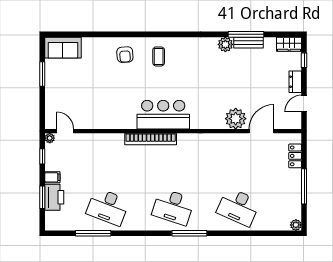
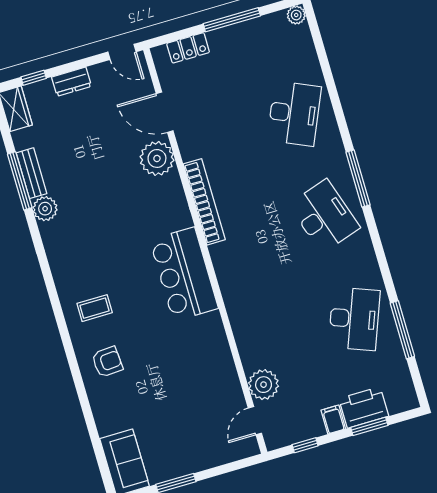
door: (304, 104) -> (122, 52), moved
plant: (50, 138) -> (264, 385), moved, width x1.88, depth x1.88
bookcase: (151, 139) -> (204, 202), moved
desk: (173, 207) -> (324, 216), turned -36

